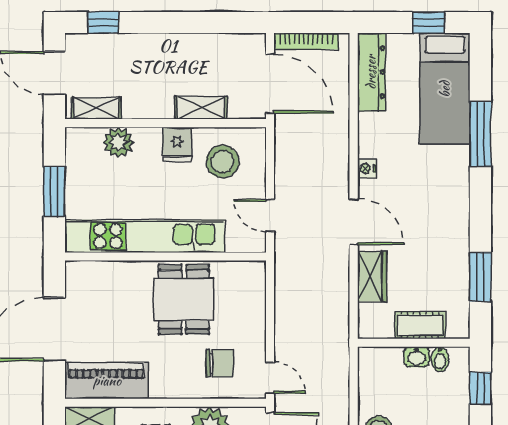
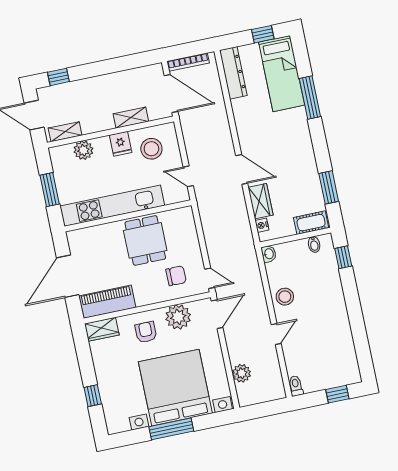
nightstand: (367, 168) -> (262, 225), moved
cot: (420, 325) -> (311, 223), moved
washbasin: (417, 357) -> (269, 254), moved, turned -90

